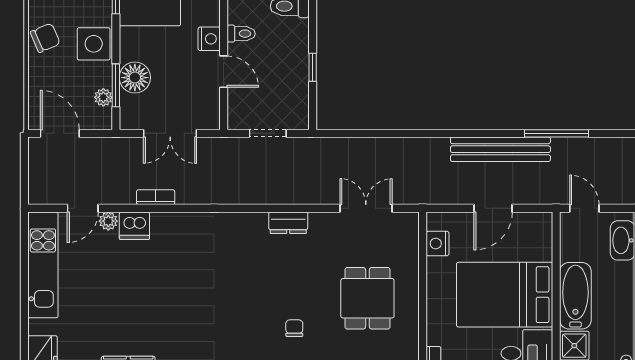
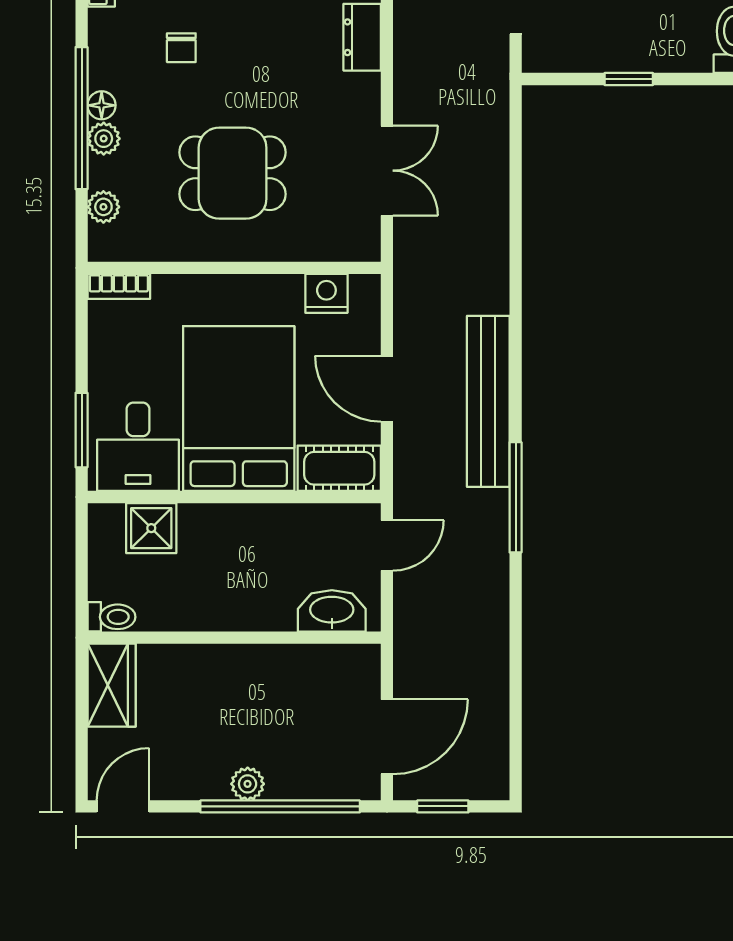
cot: (539, 236) -> (339, 468), added
bathtub: (575, 296) -> (237, 530), removed
chair: (294, 328) -> (181, 48), turned 90

